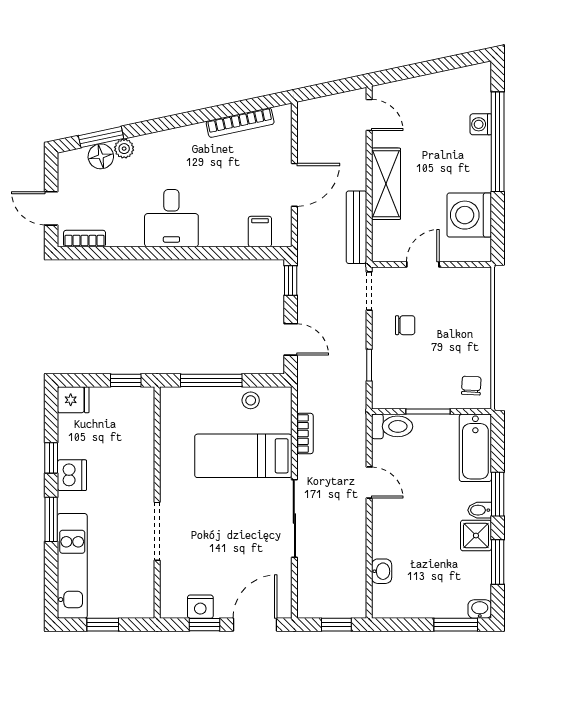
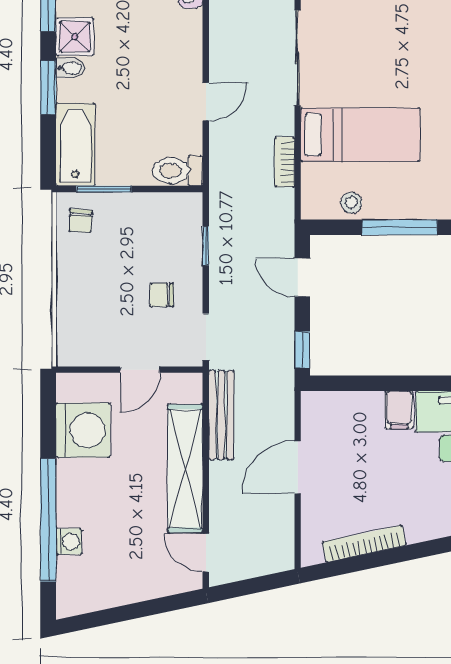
shelving: (386, 184) -> (185, 468), width x1.47
filing cabinet: (260, 232) -> (399, 410), moved
window: (428, 411) -> (104, 189), moved
door: (369, 483) -> (206, 102), swing flipped

